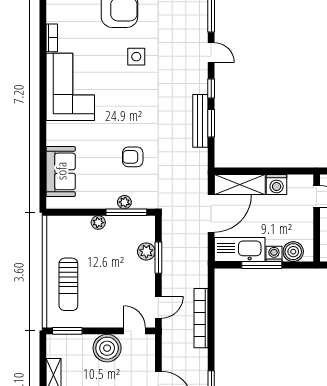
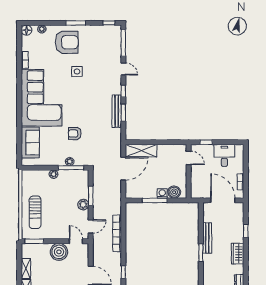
corner sofa: (70, 87) -> (42, 98), width x1.36, depth x1.36
washing machine: (277, 184) -> (164, 151), removed
kitchen sink: (240, 250) -> (141, 191), removed
plant: (146, 252) -> (83, 205), moved

